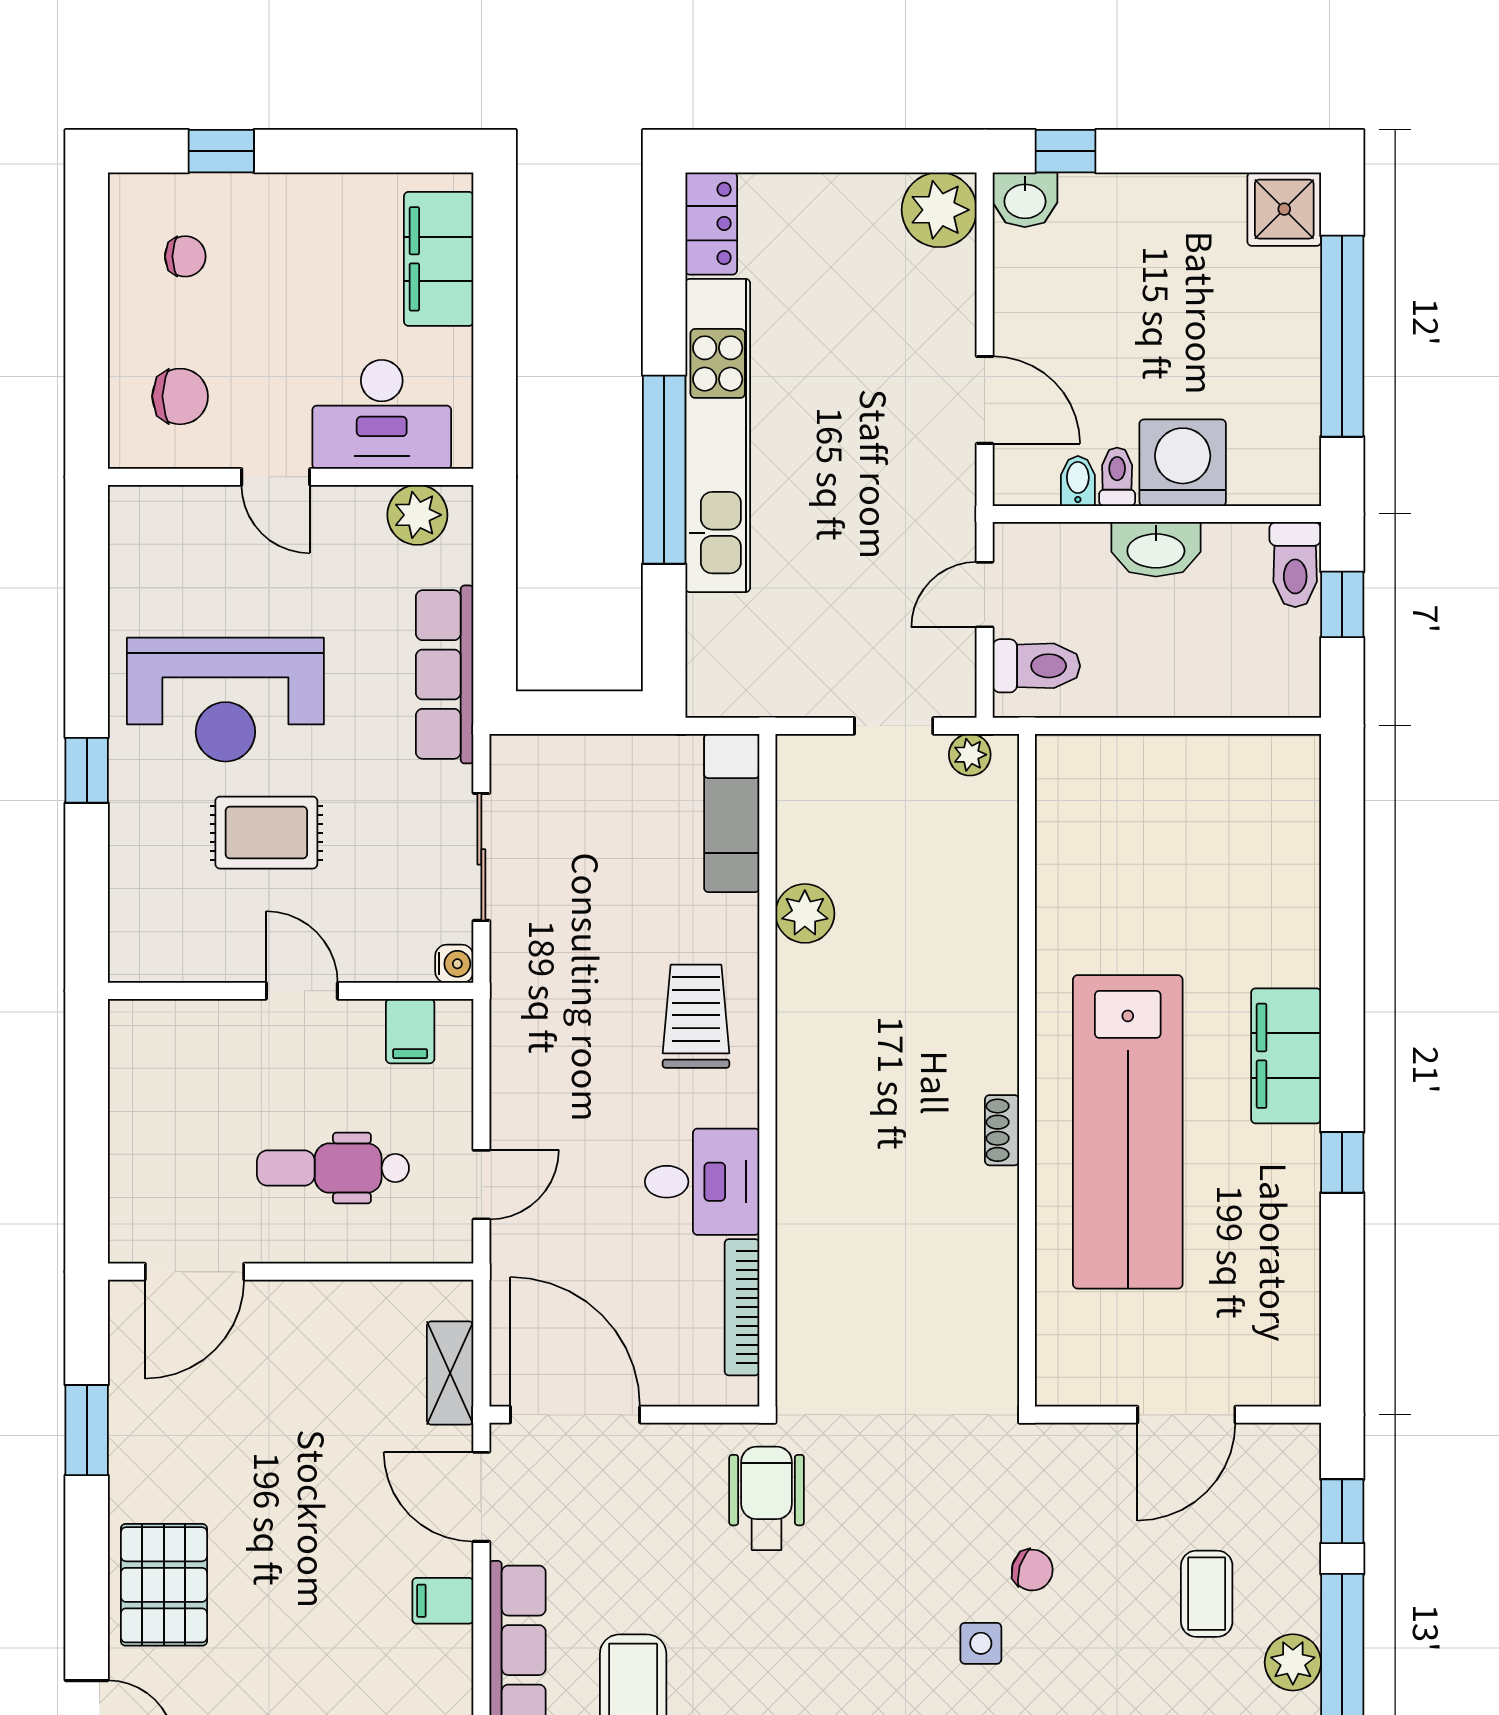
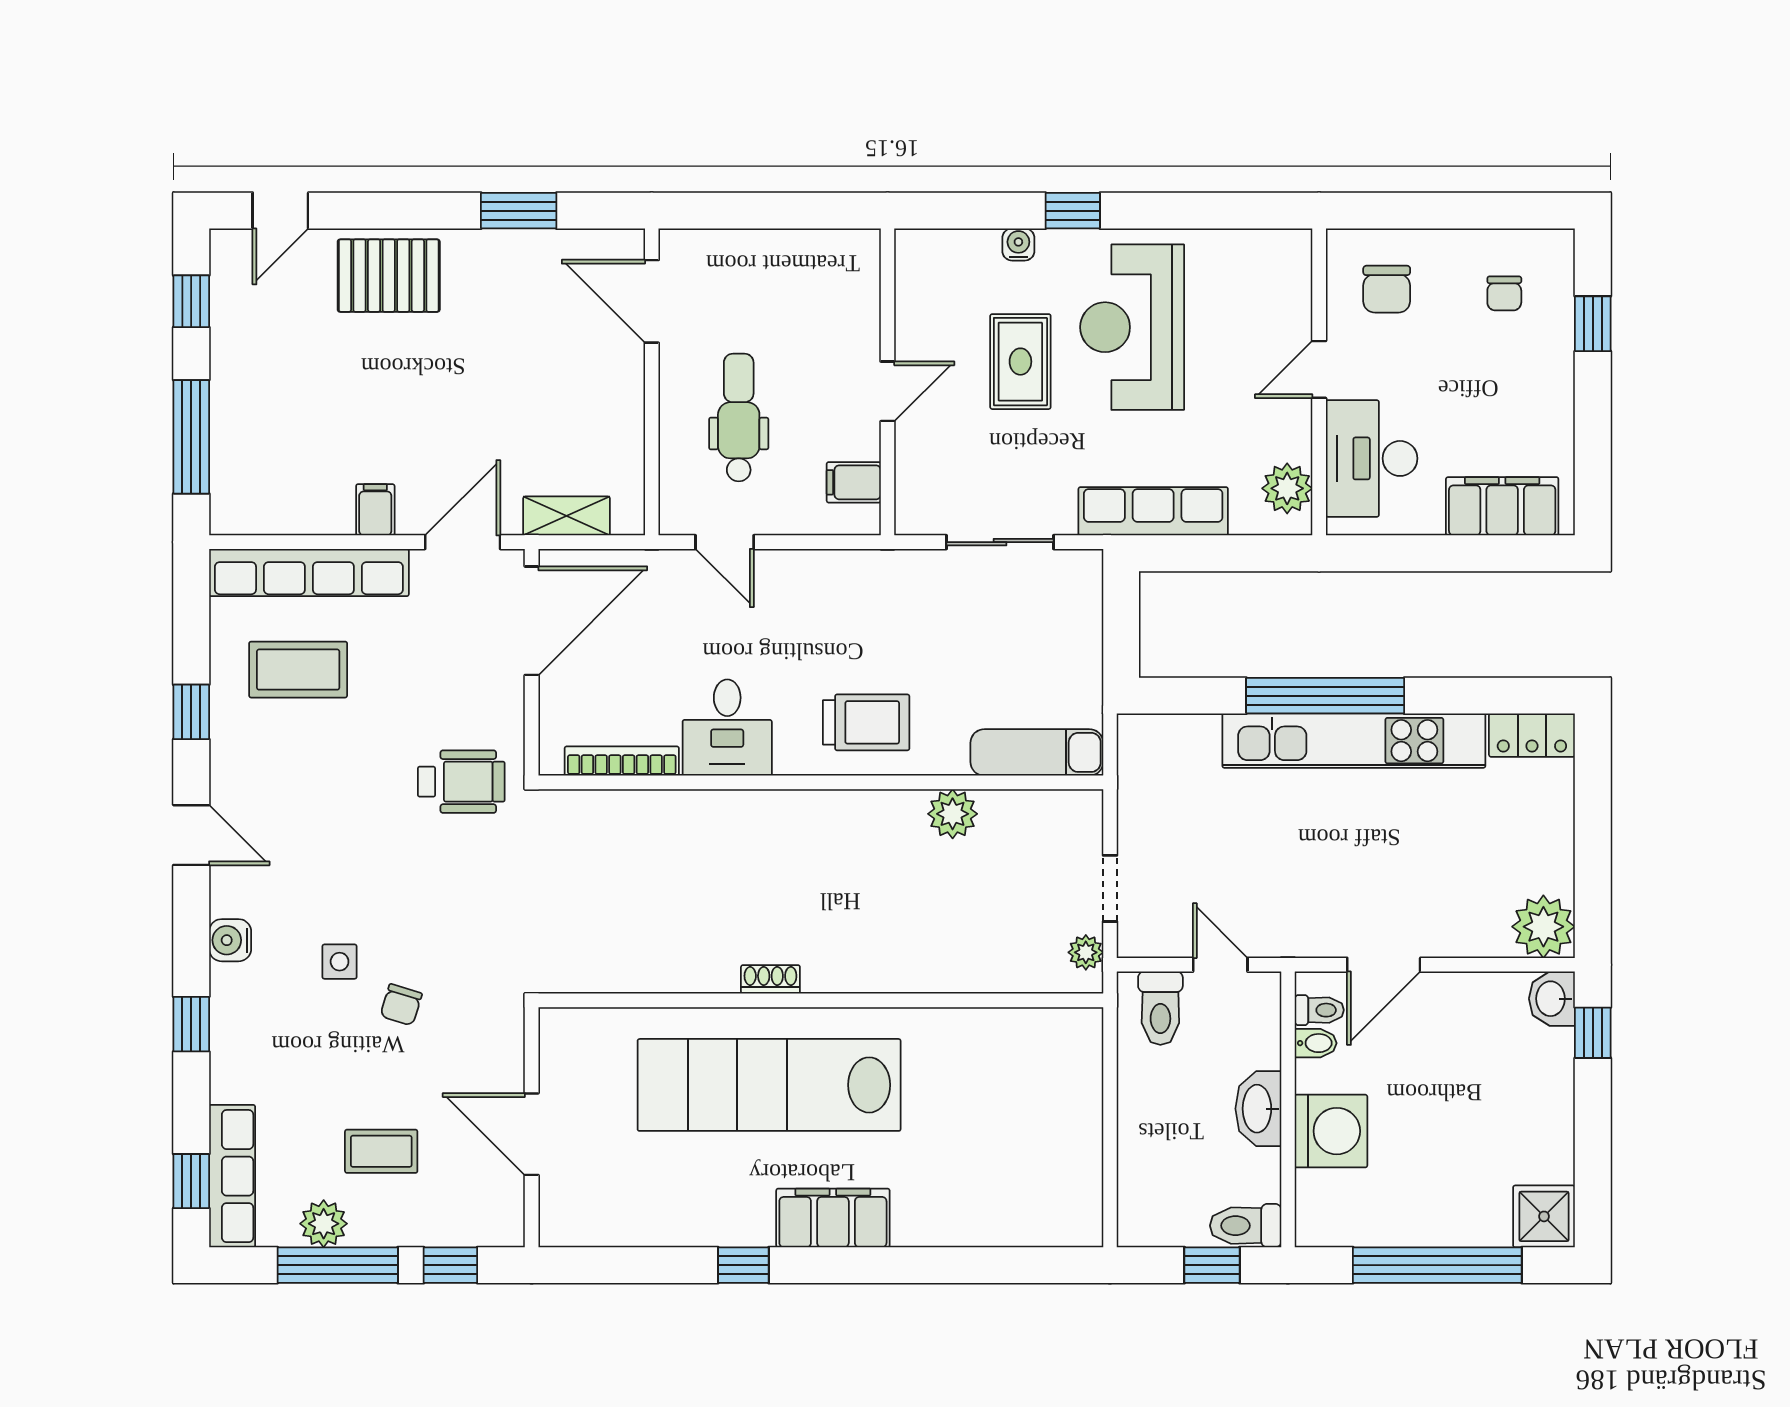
toilet: (1117, 477) -> (1319, 1010), moved
water cooler: (454, 964) -> (1018, 244), moved, turned 180

